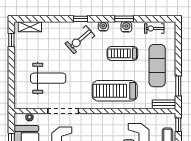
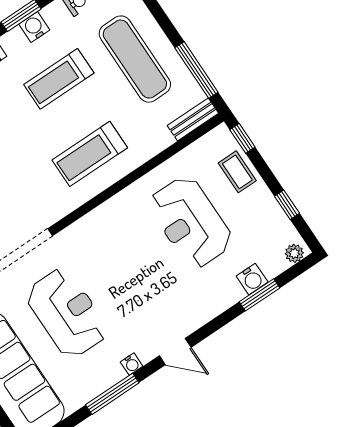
window: (178, 86) -> (196, 70), width x1.44
treadmill: (115, 91) -> (90, 154), width x0.73, depth x0.73

